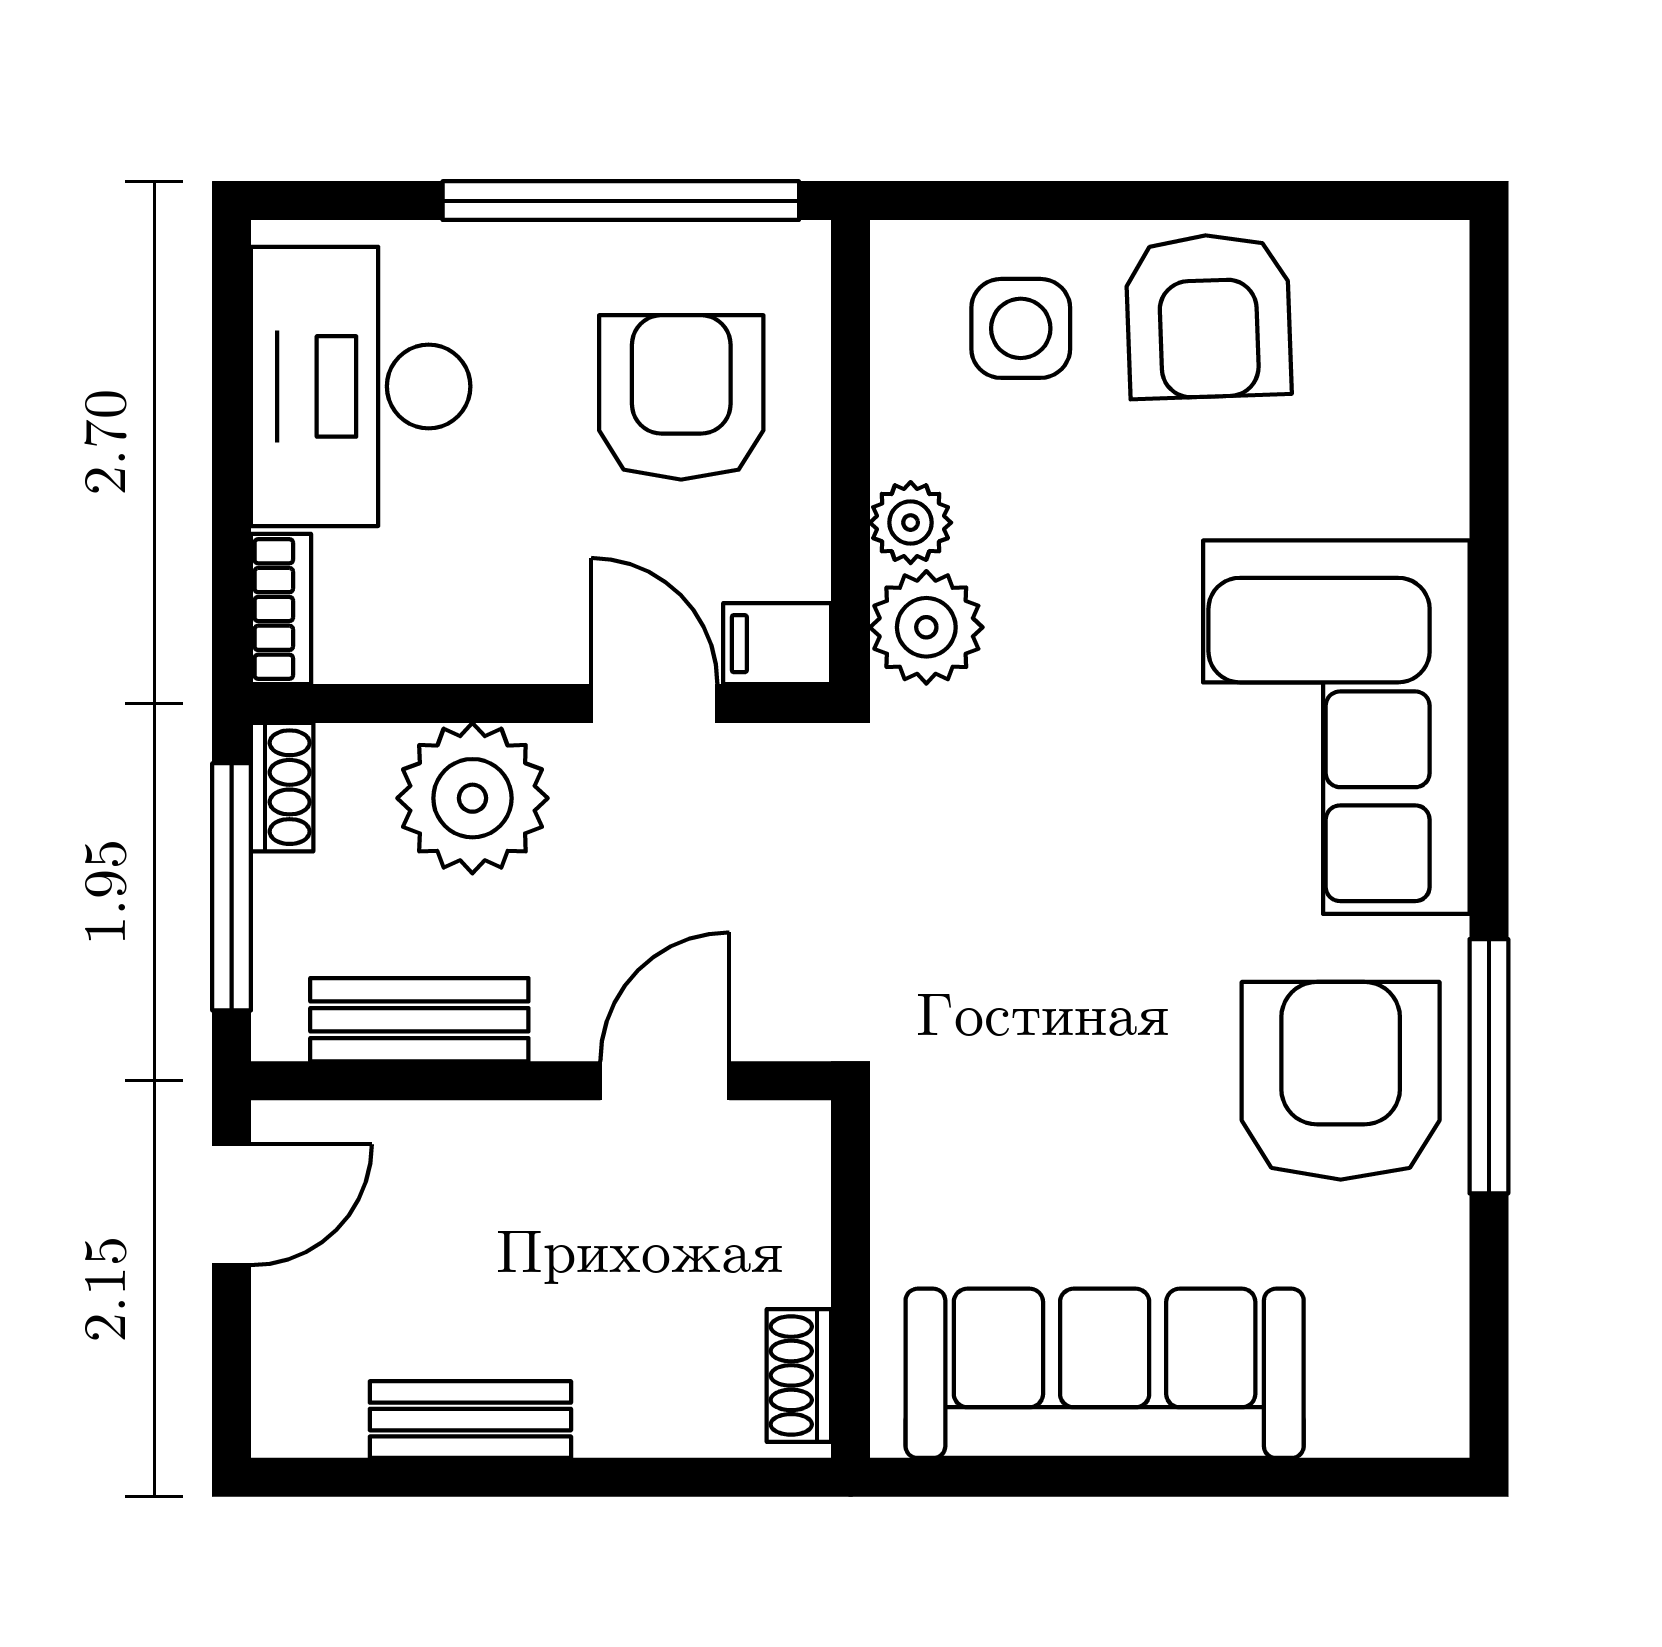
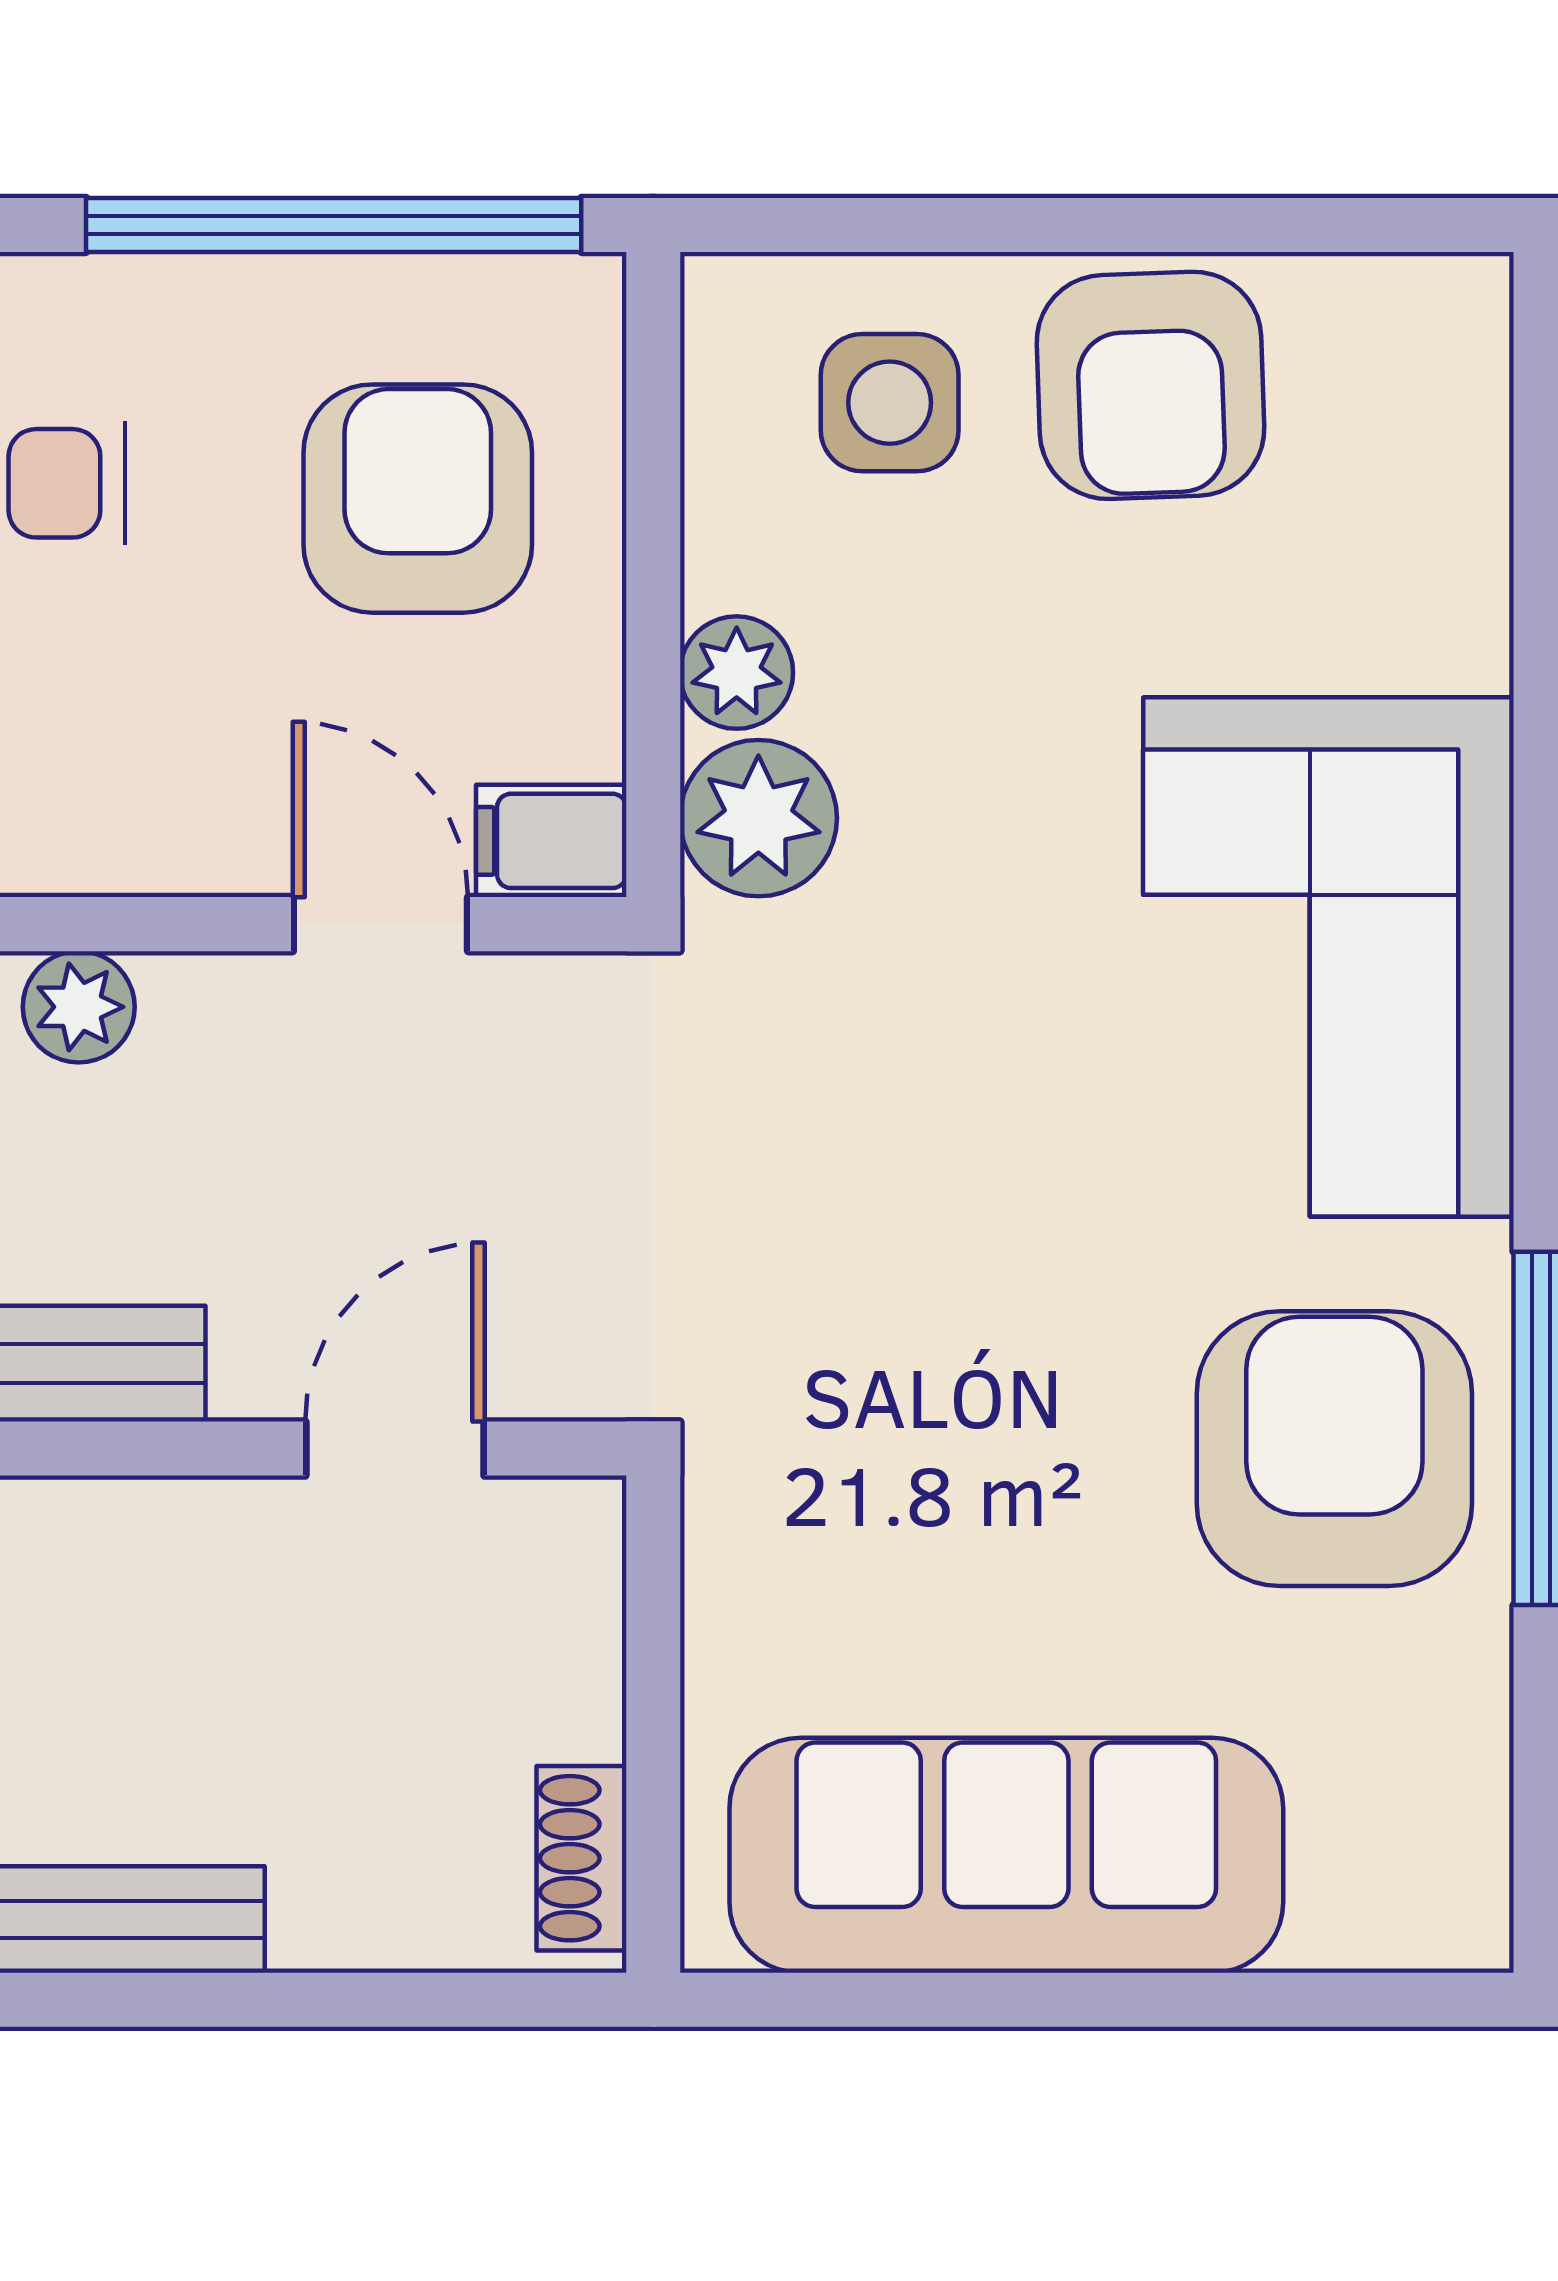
plant: (472, 798) -> (79, 1007), width x0.53, depth x0.53

